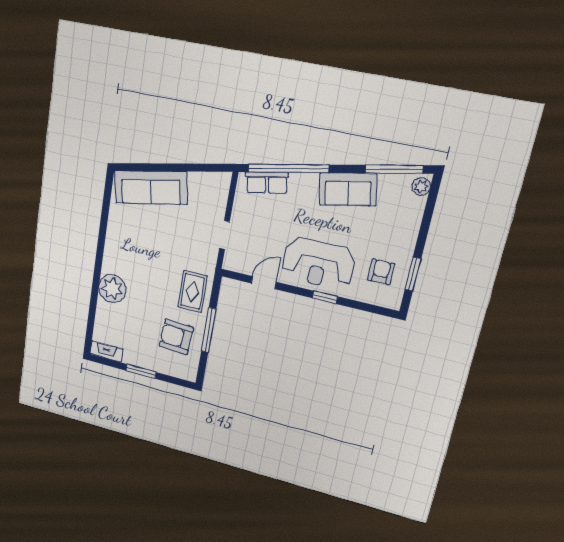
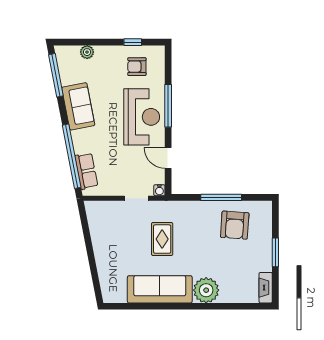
plant: (421, 187) -> (87, 52), moved
sofa: (151, 188) -> (160, 289), moved, turned -79
water cooler: (229, 264) -> (159, 190), added
window: (413, 274) -> (133, 42), width x0.67
rug: (192, 292) -> (162, 239), moved, turned 90
window: (325, 297) -> (168, 106), width x2.17

